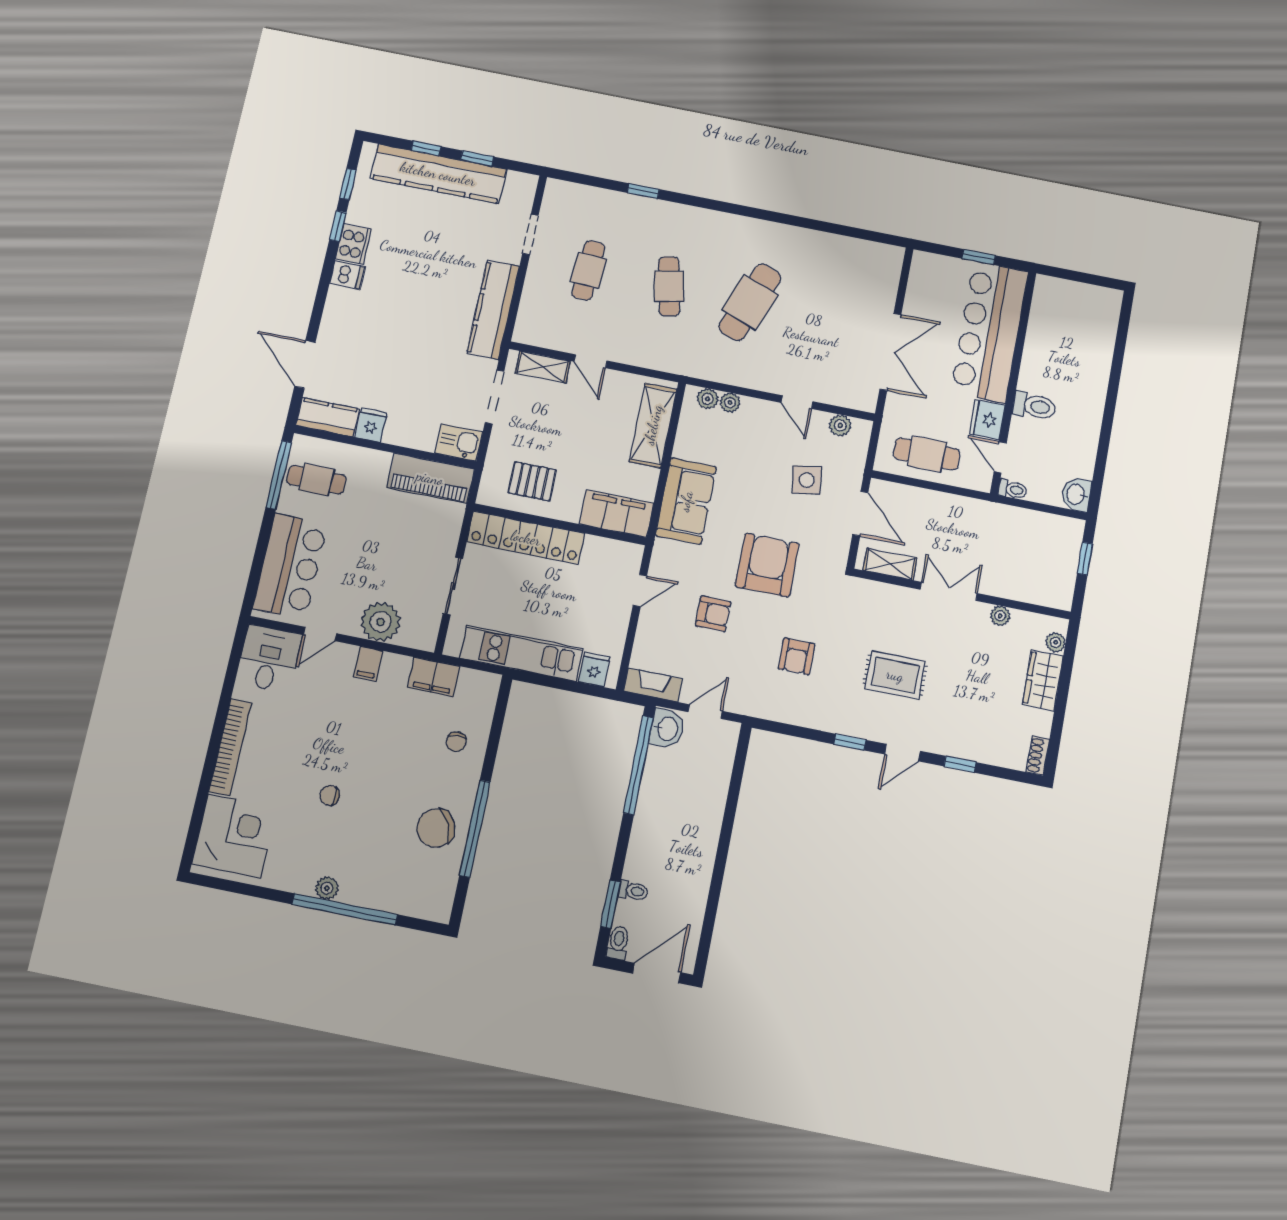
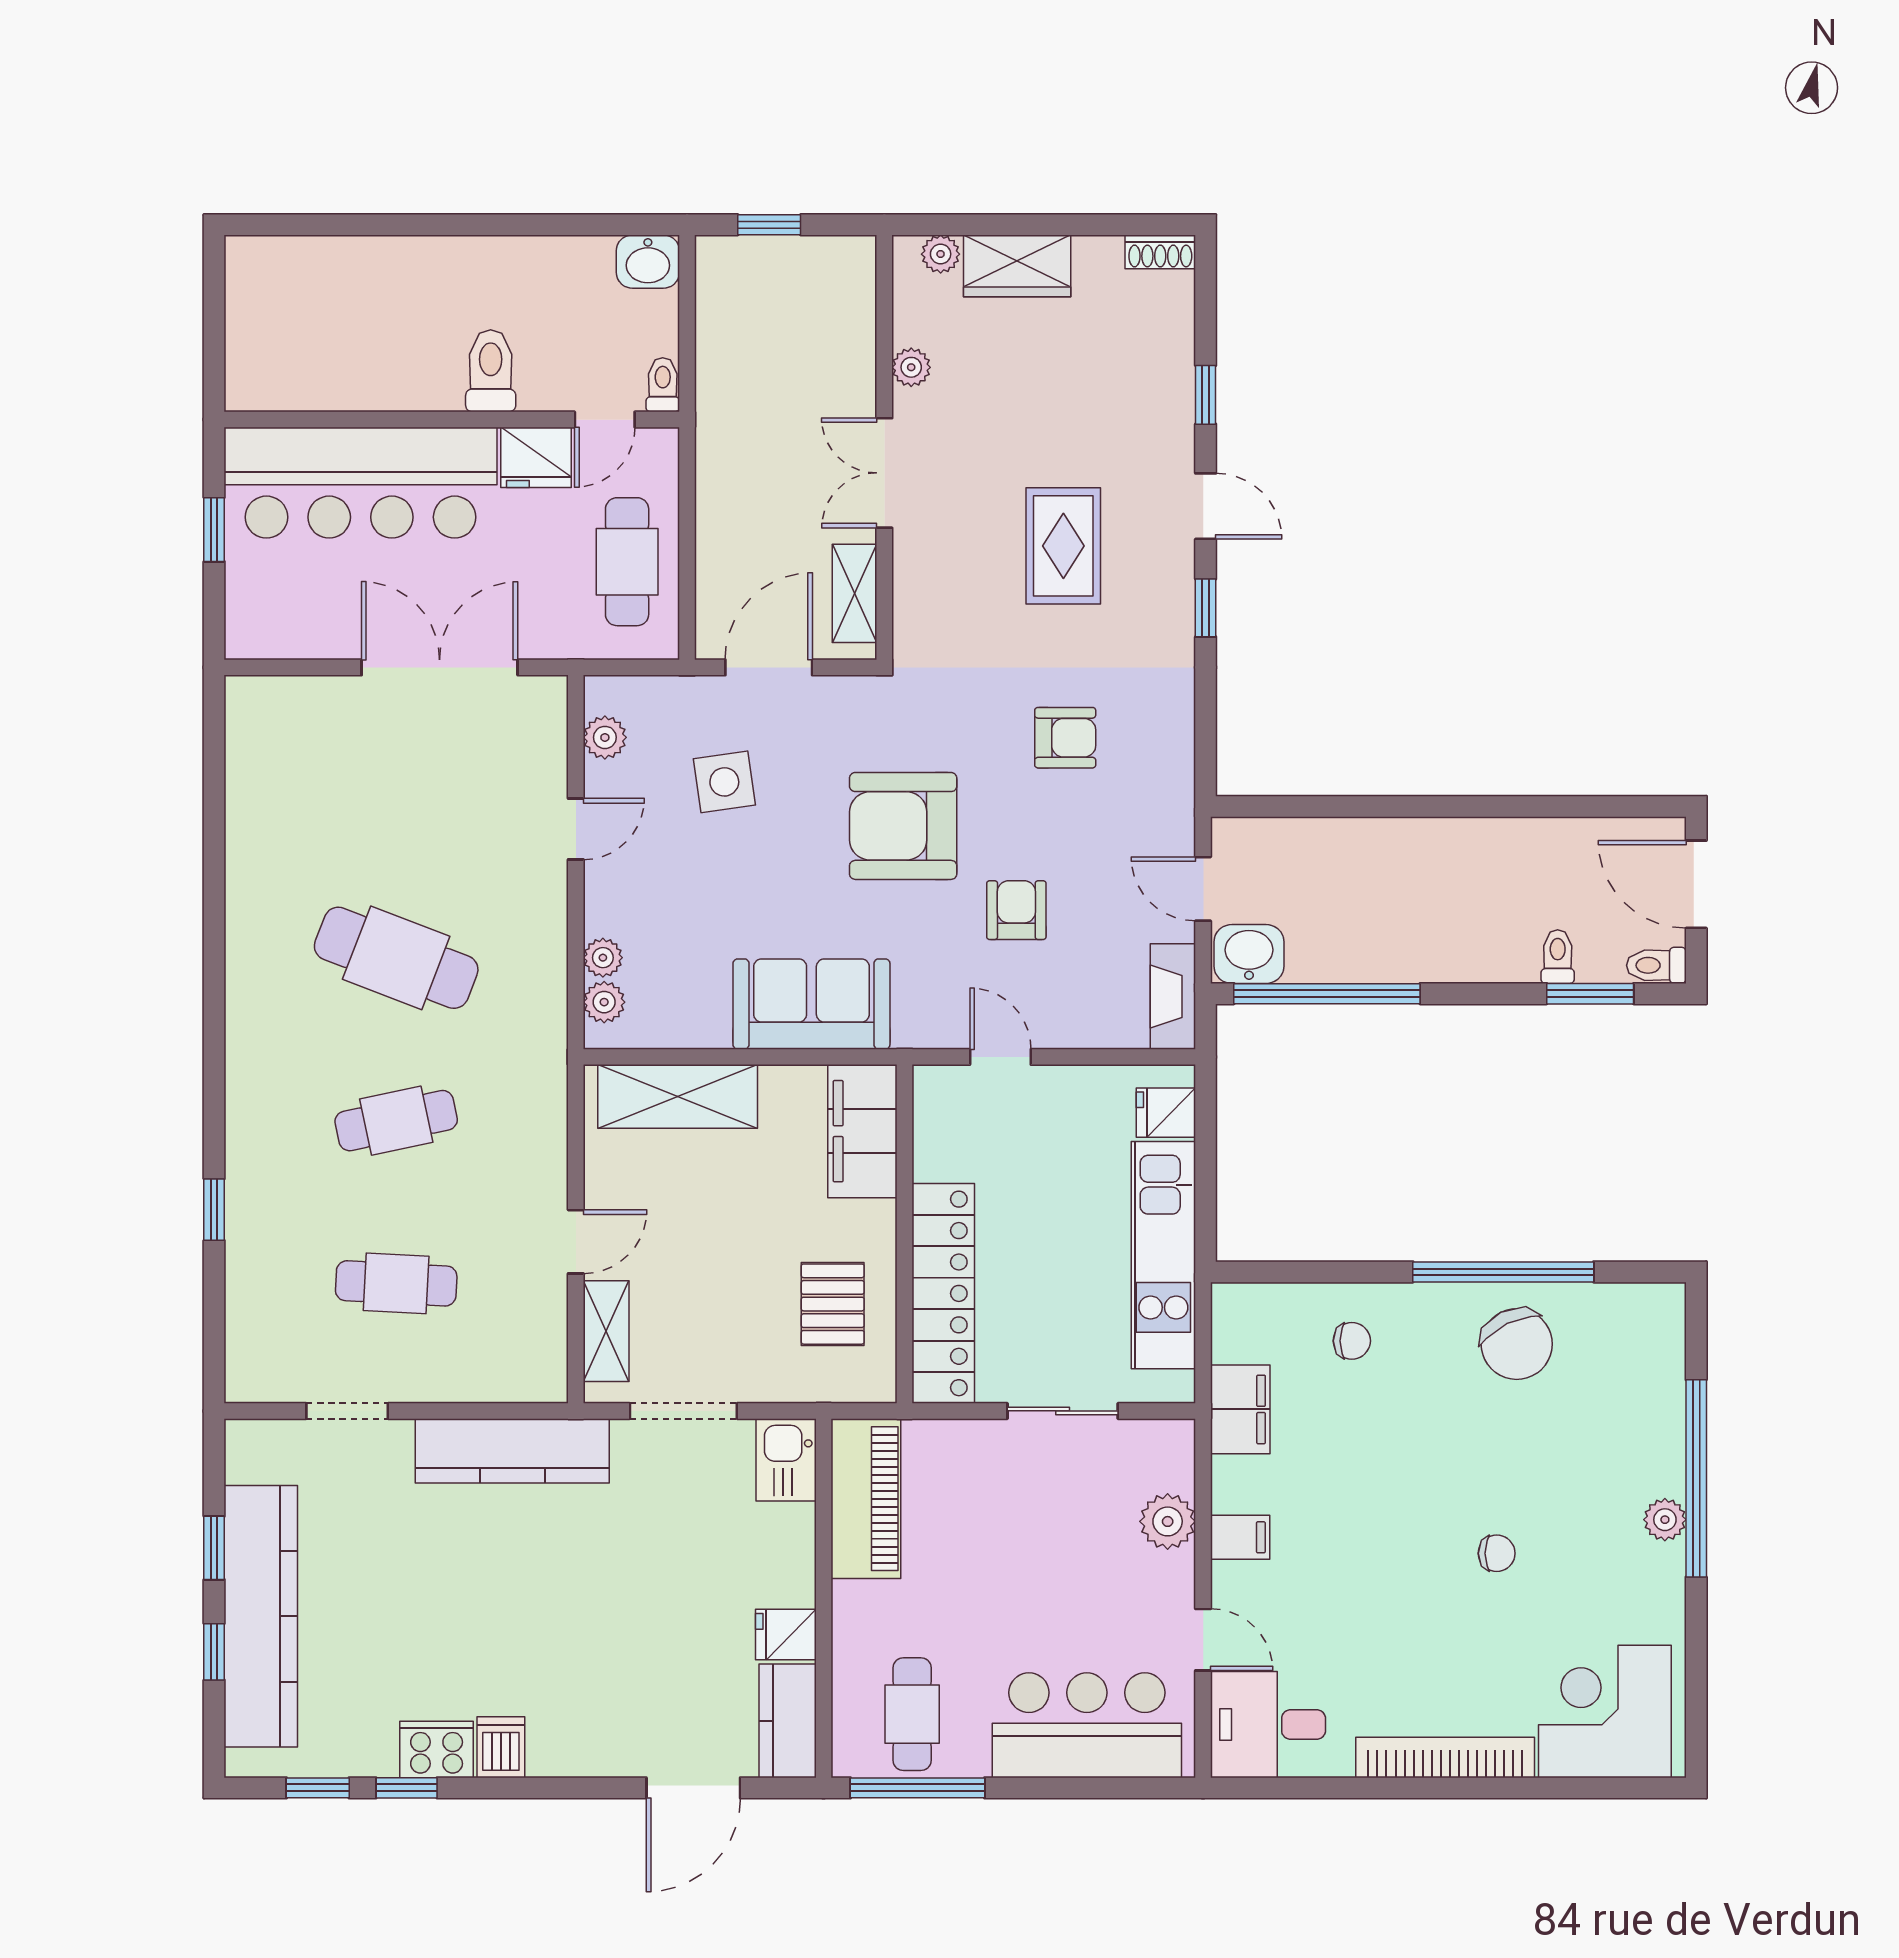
plant: (381, 622) -> (1168, 1521), width x0.73, depth x0.73
chair: (330, 795) -> (1497, 1553), turned -90

